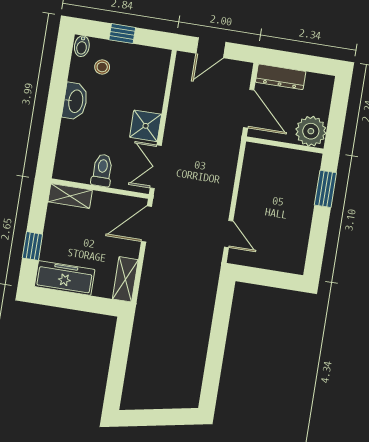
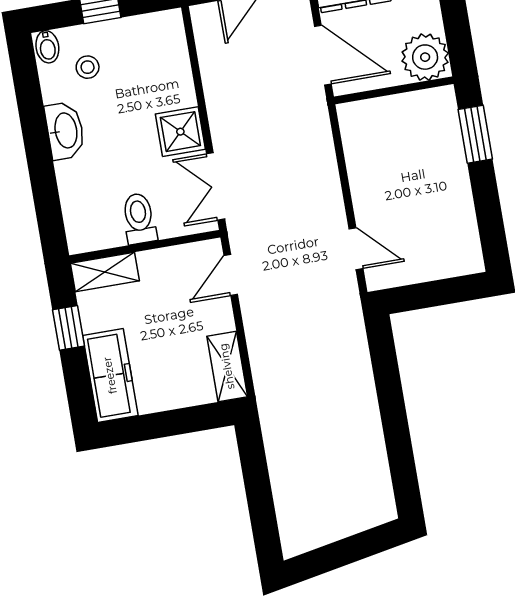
door: (146, 224) -> (231, 275), width x0.73
window: (32, 246) -> (68, 328), moved
freezer: (65, 278) -> (110, 375), moved, turned 90

